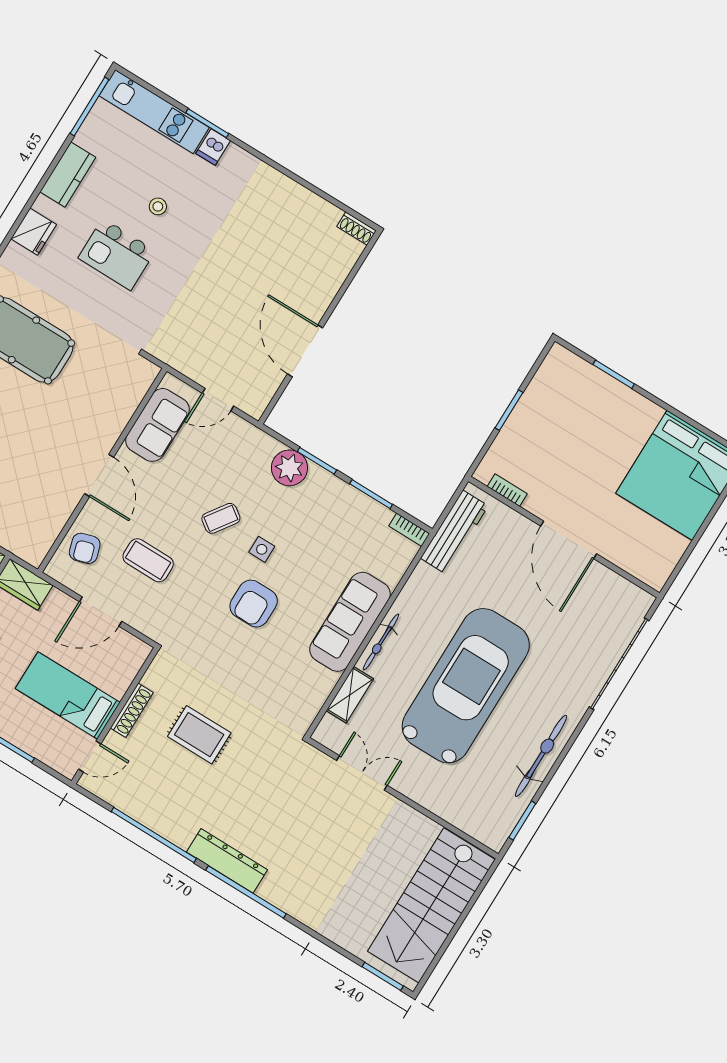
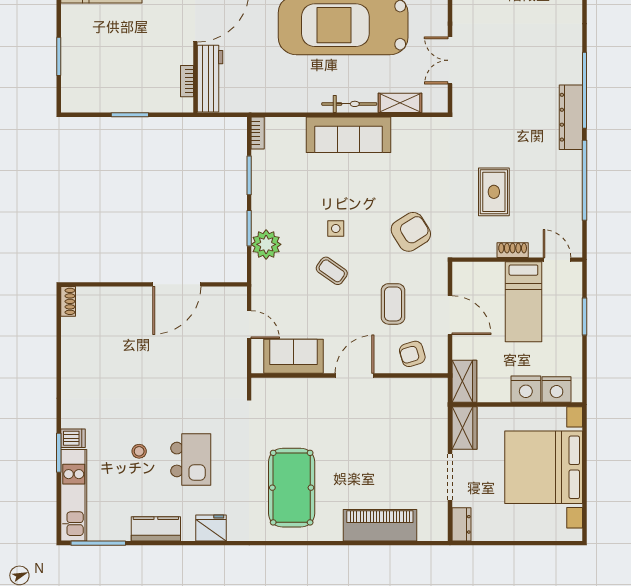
workbench: (454, 532) -> (210, 79), moved, turned 90
armchair: (85, 548) -> (412, 354), turned 180
armchair: (254, 604) -> (411, 232), moved, turned -32
shoe rack: (132, 710) -> (513, 250), width x0.70

